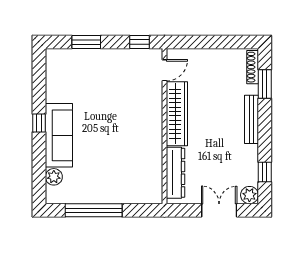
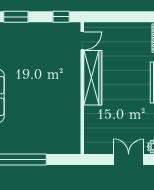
dresser: (176, 173) -> (92, 128), removed

